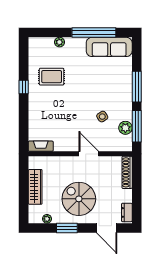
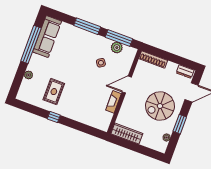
fireplace: (41, 146) -> (113, 102), moved
wardrobe: (35, 187) -> (127, 134), moved

